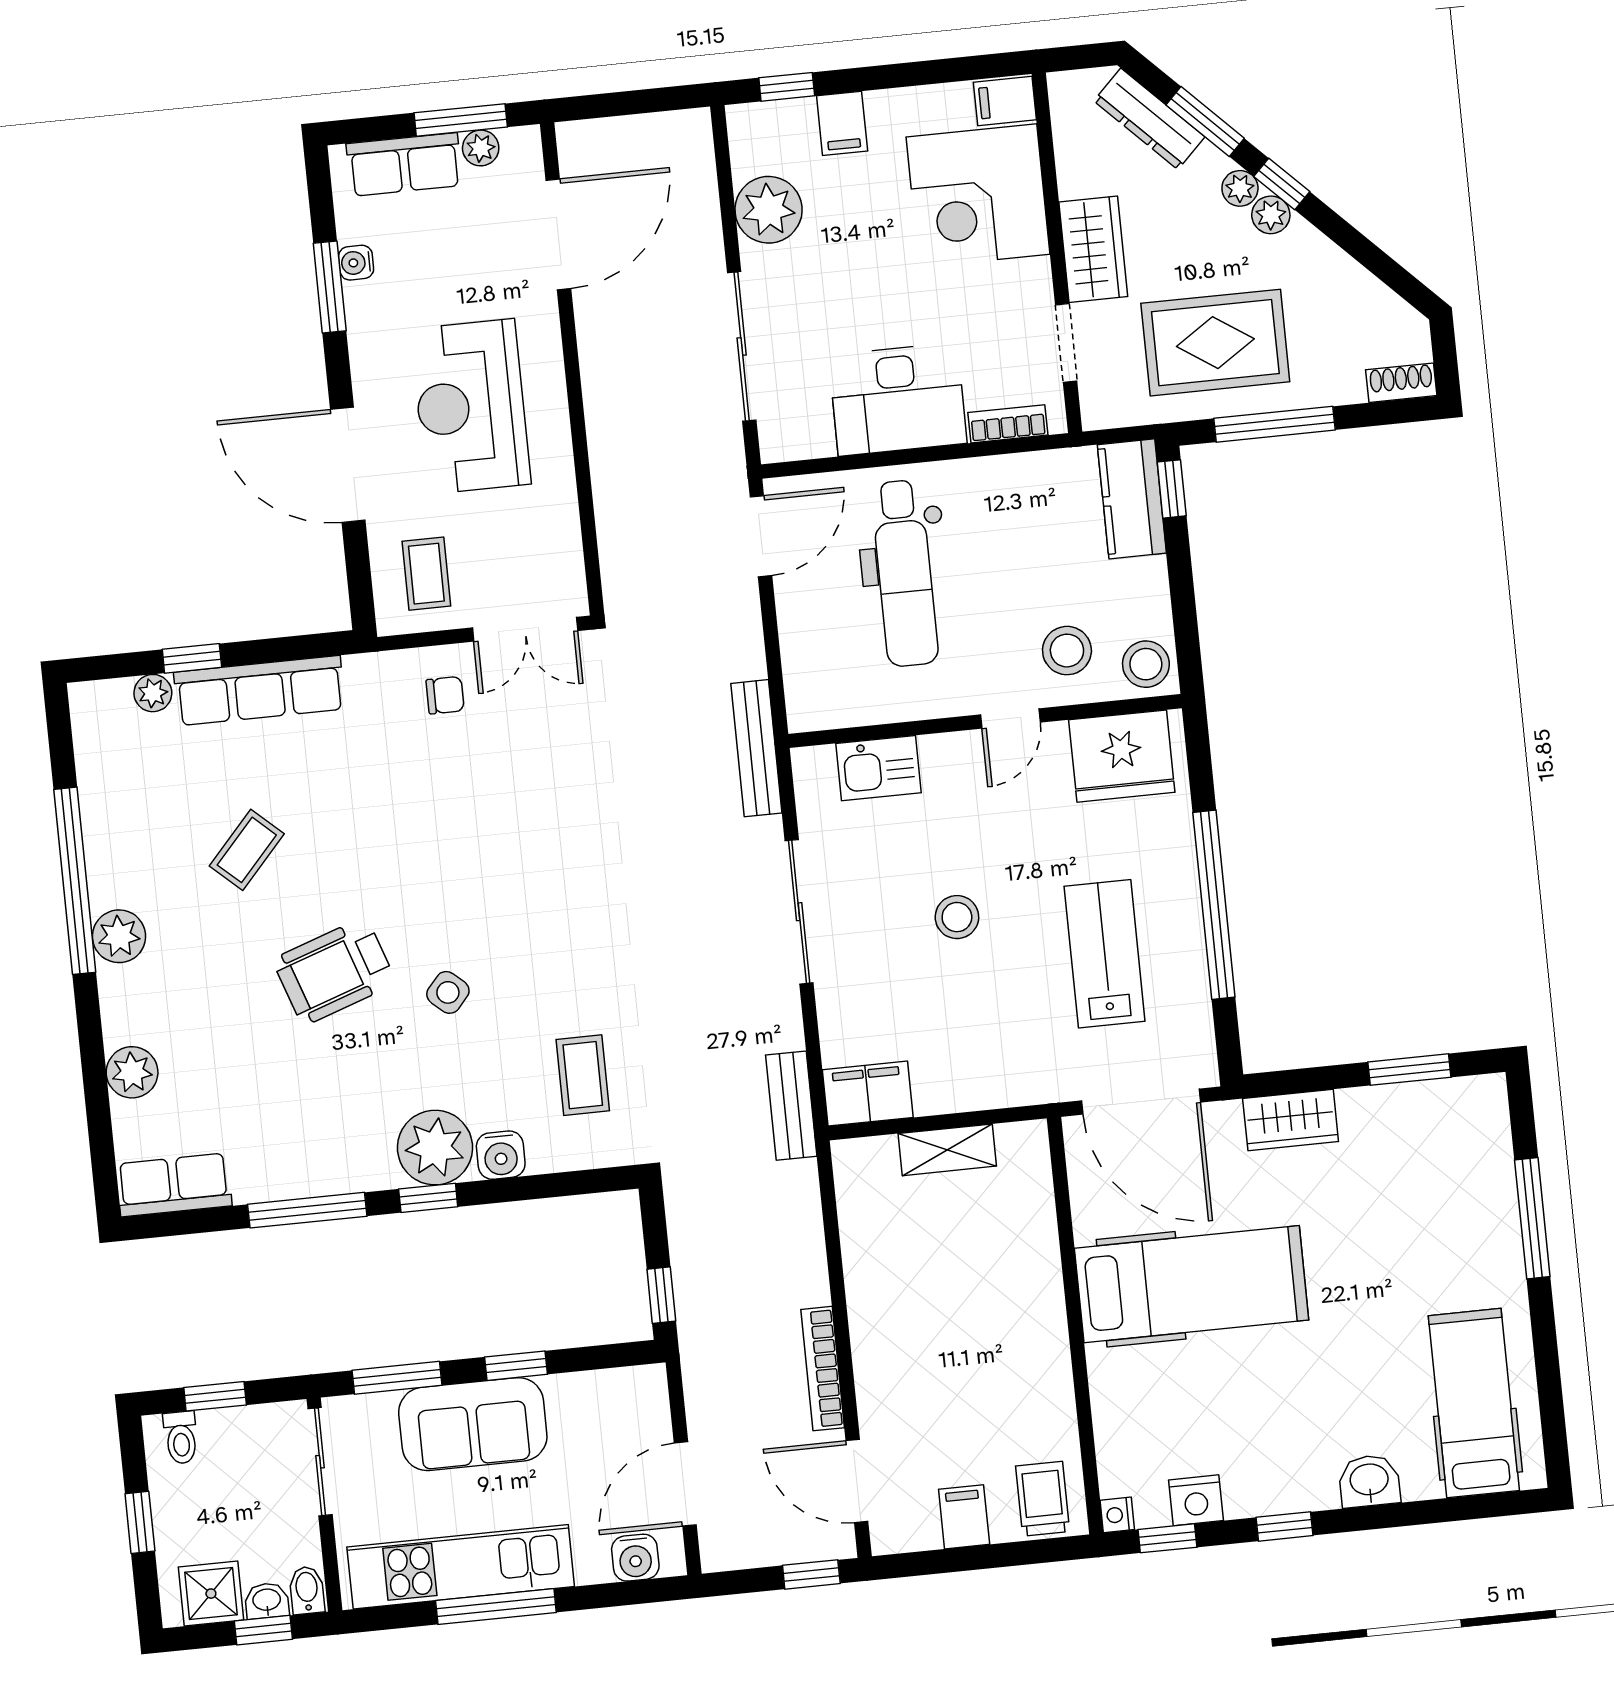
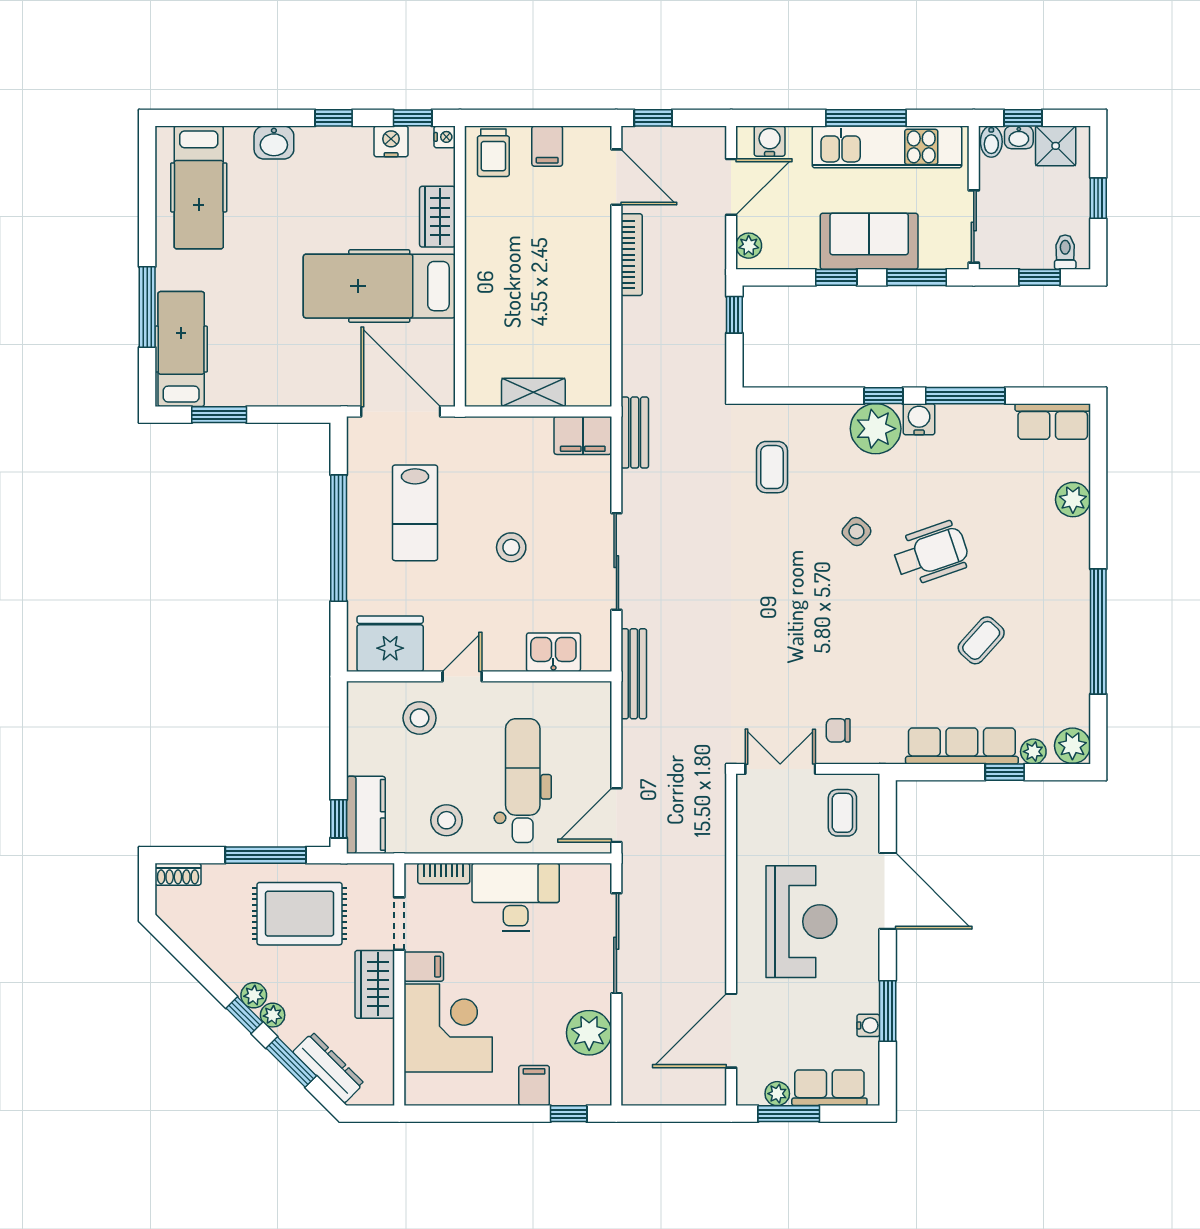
filing cabinet: (1005, 101) -> (424, 967), moved
stool: (1146, 664) -> (447, 820), moved
plant: (119, 936) -> (1072, 746), moved
wardrobe: (1291, 1120) -> (437, 217), moved, turned -90
water cooler: (501, 1155) -> (919, 419), moved
hospital bed: (1476, 1161) -> (181, 349), added
plant: (651, 1400) -> (749, 246), added

